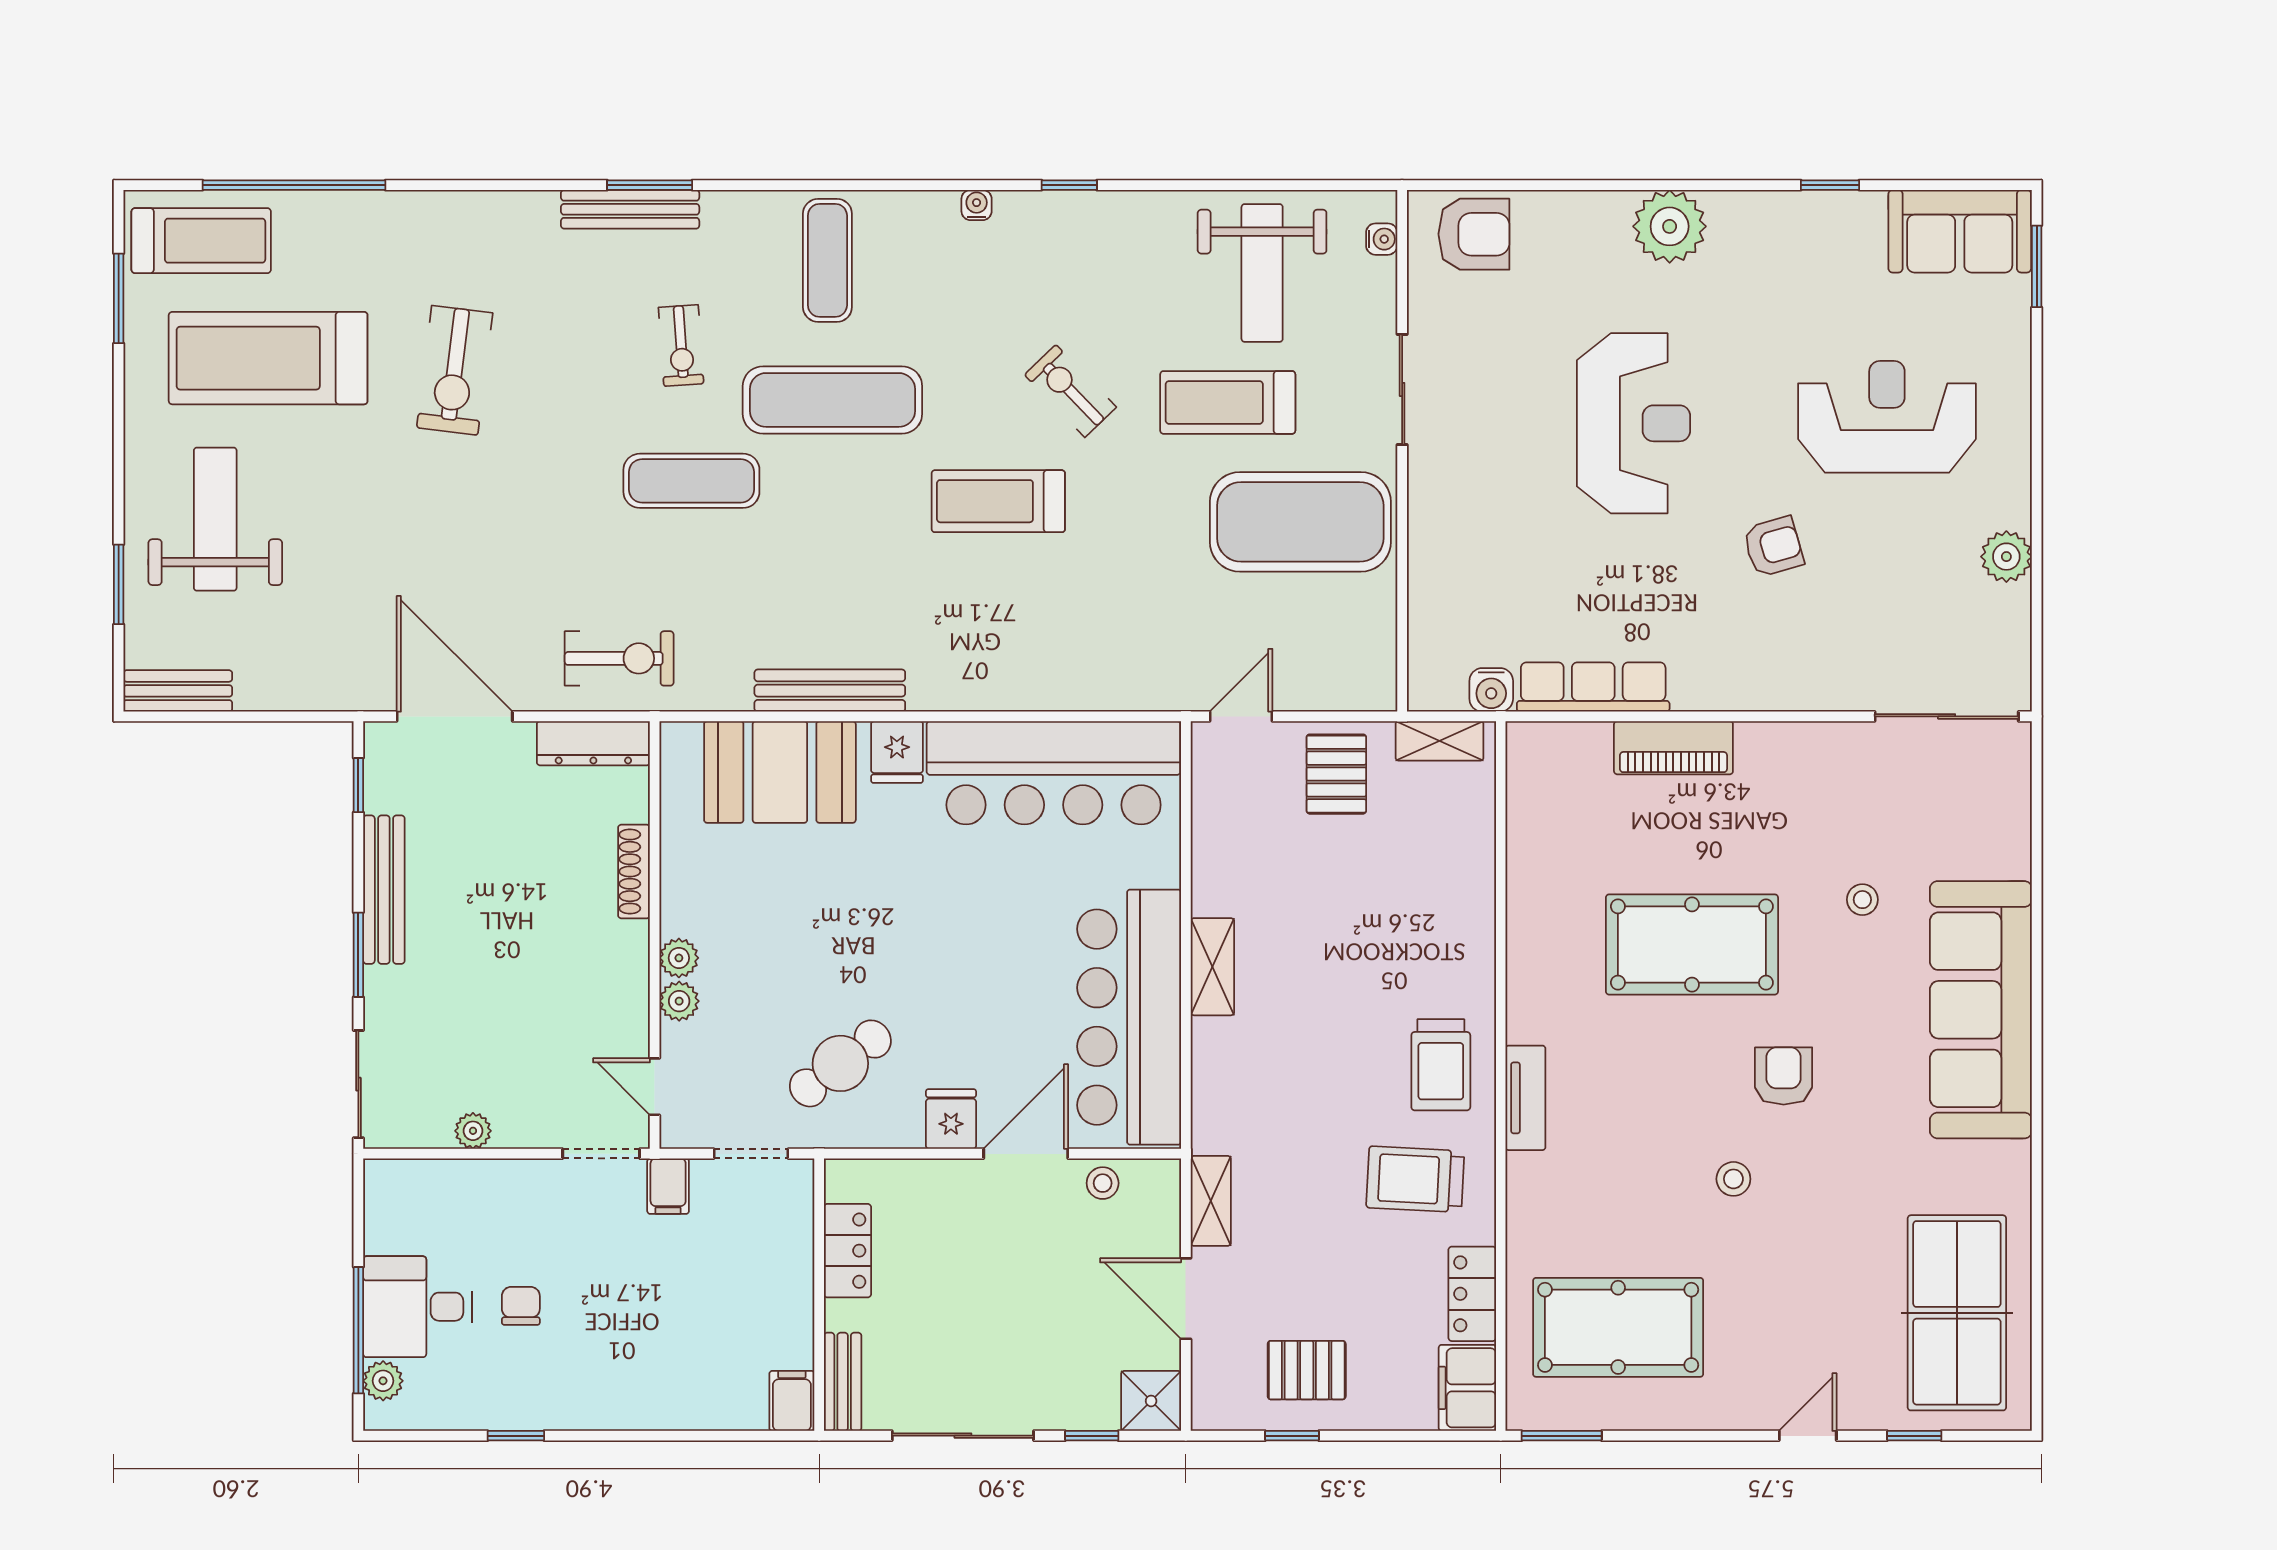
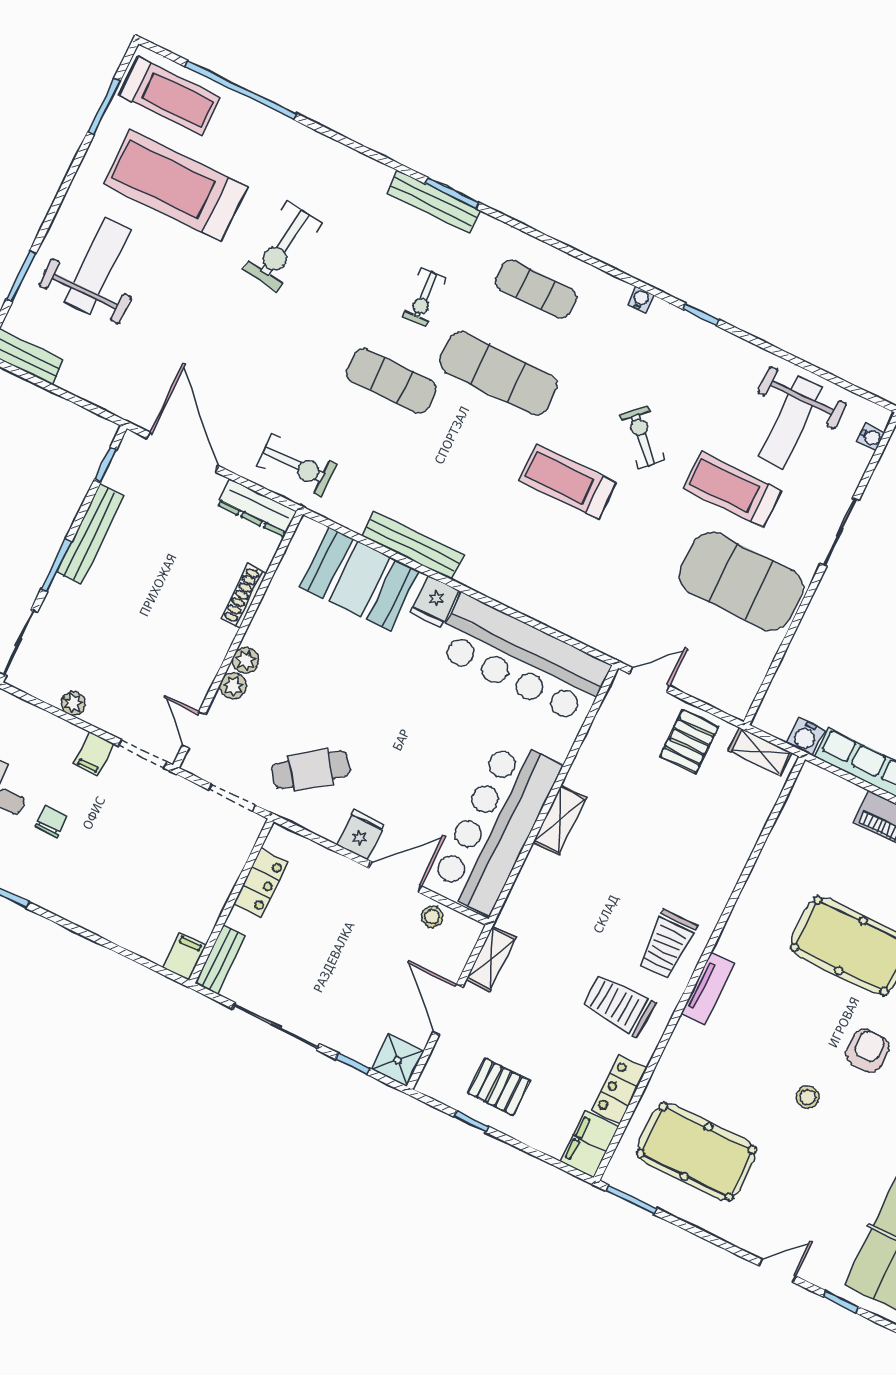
exercise mat: (827, 260) -> (536, 289), turned 90
filing cabinet: (668, 1186) -> (94, 754), moved

